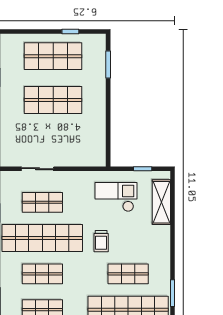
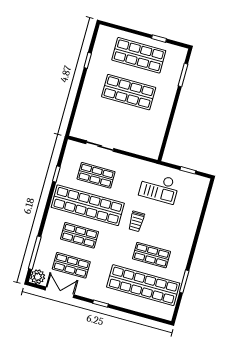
checkout: (116, 197) -> (159, 188), turned 180
shelving: (161, 202) -> (196, 203), removed

